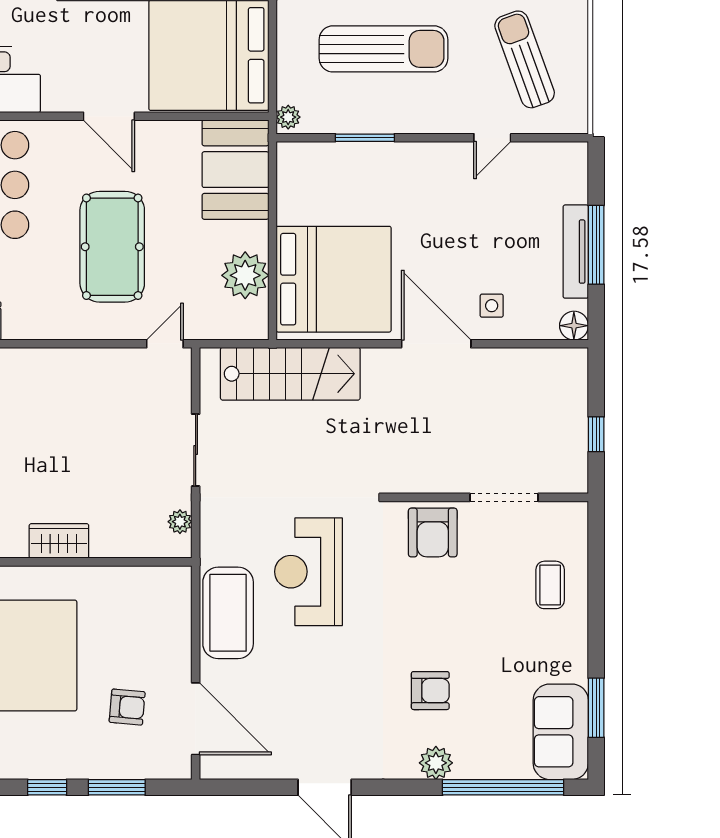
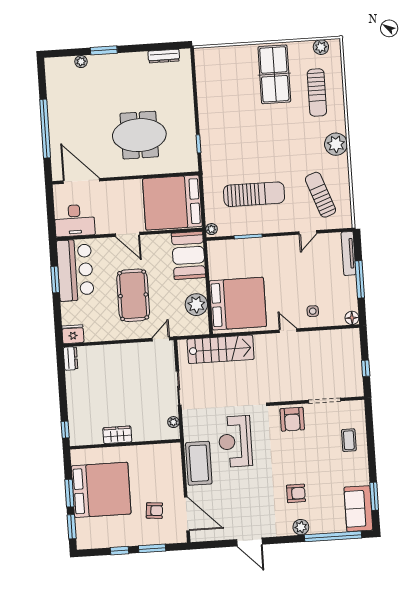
tv unit: (576, 252) -> (349, 253), moved
door: (436, 344) -> (288, 331), width x0.53

